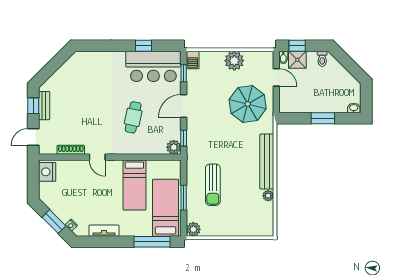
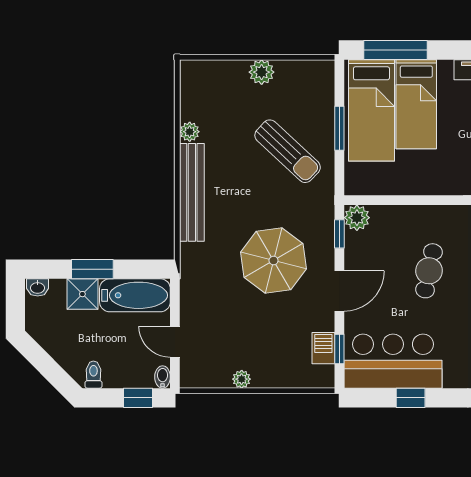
barbecue: (193, 60) -> (323, 348), moved
shower: (297, 60) -> (82, 294), moved
plant: (234, 61) -> (242, 379), width x0.53, depth x0.53
parasol: (248, 104) -> (274, 260), moved
bathtub: (299, 104) -> (135, 295), added
bed: (134, 185) -> (416, 104), moved, turned 180
sun lounger: (213, 185) -> (288, 151), turned 133
plant: (193, 229) -> (262, 72), moved

